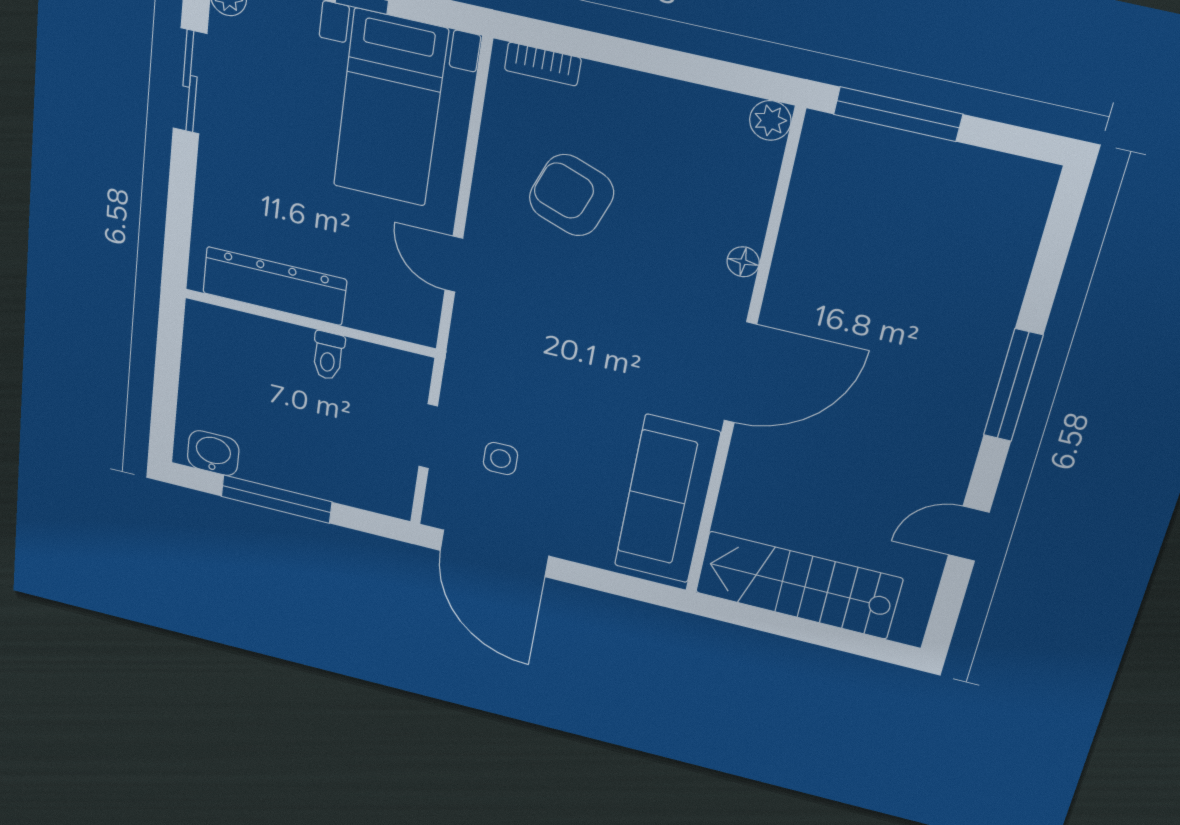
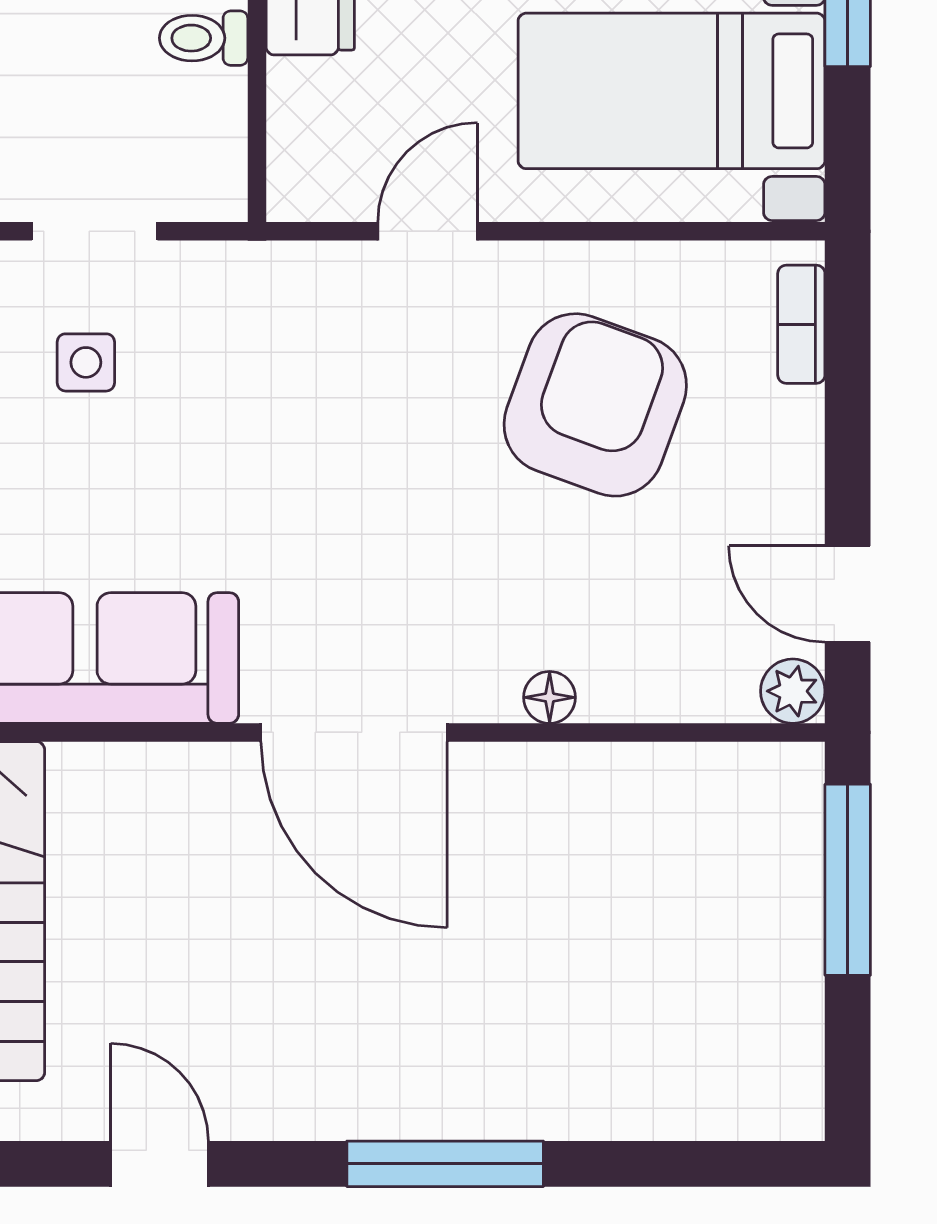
door: (716, 74) -> (848, 594), added
armchair: (572, 195) -> (595, 405), width x1.36, depth x1.36

